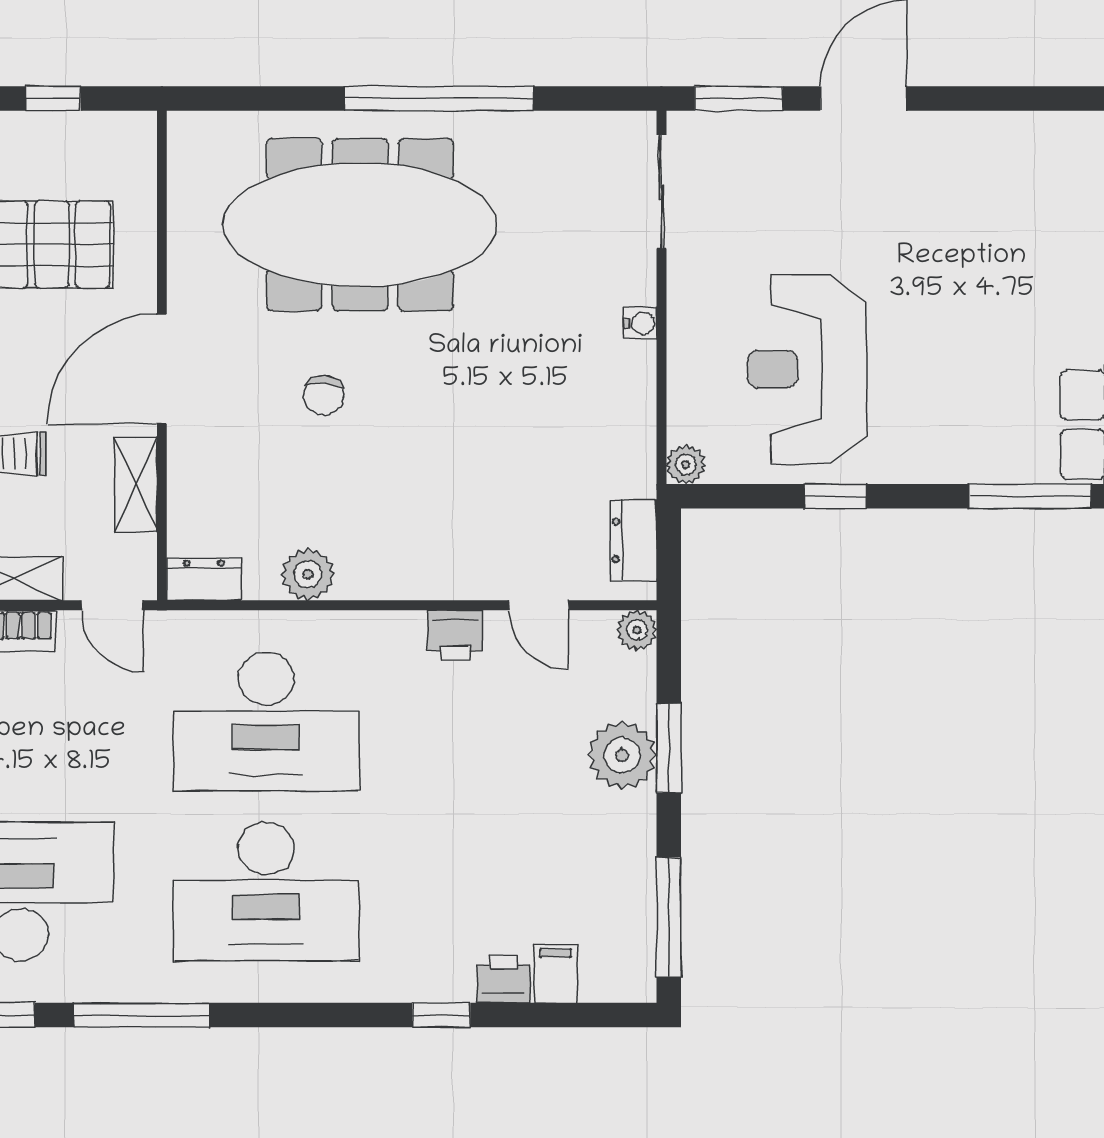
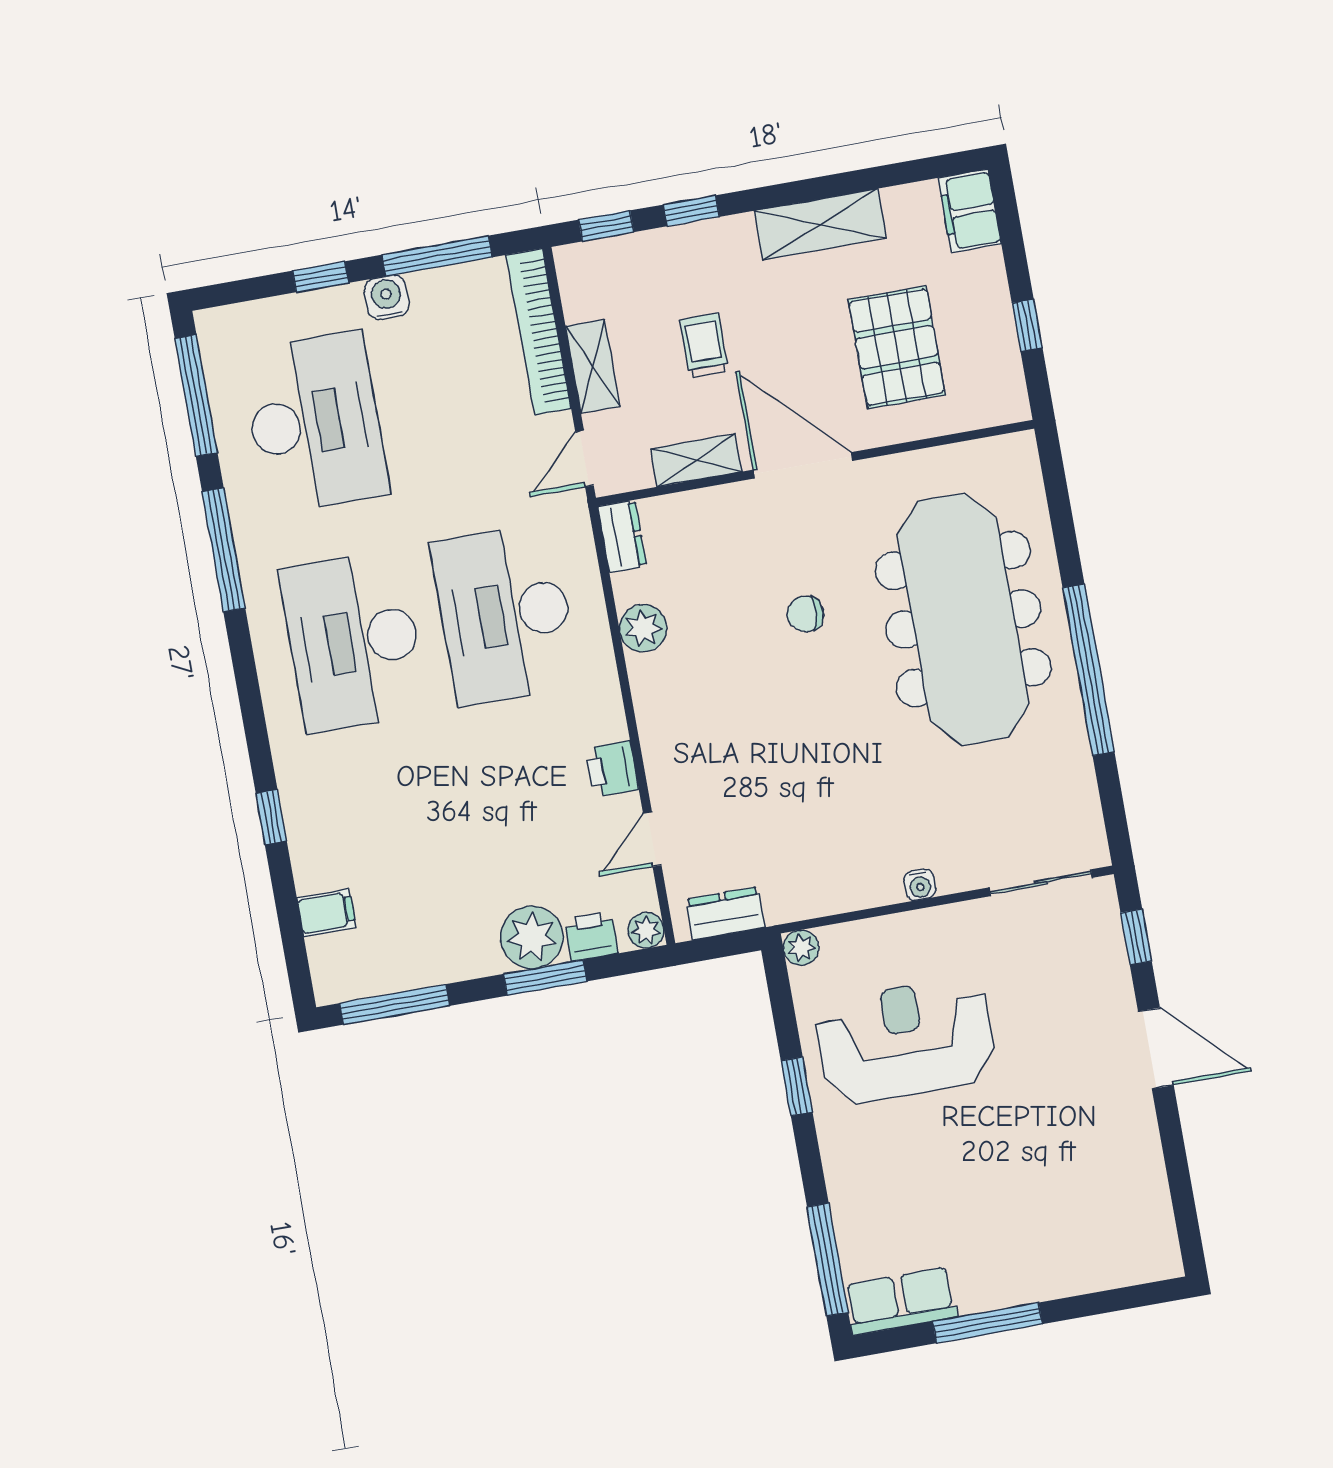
window: (739, 98) -> (1136, 937), width x0.67
printer: (504, 979) -> (591, 936), moved, turned -90

